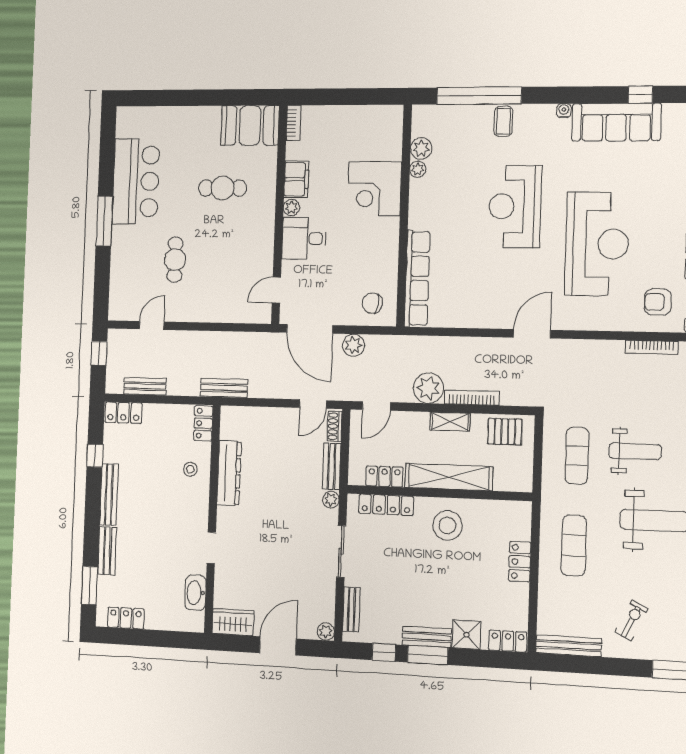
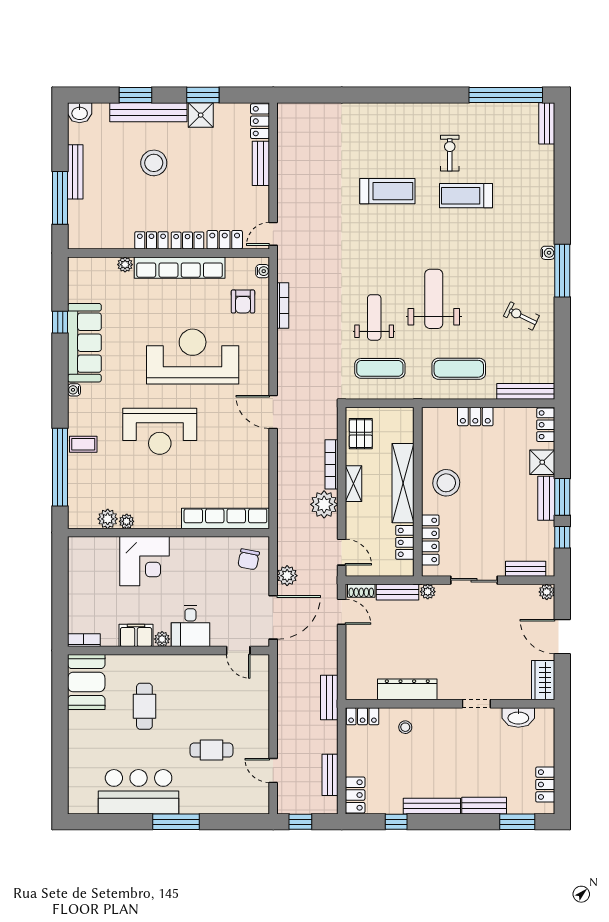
bench: (569, 646) -> (526, 391), moved, turned 90

